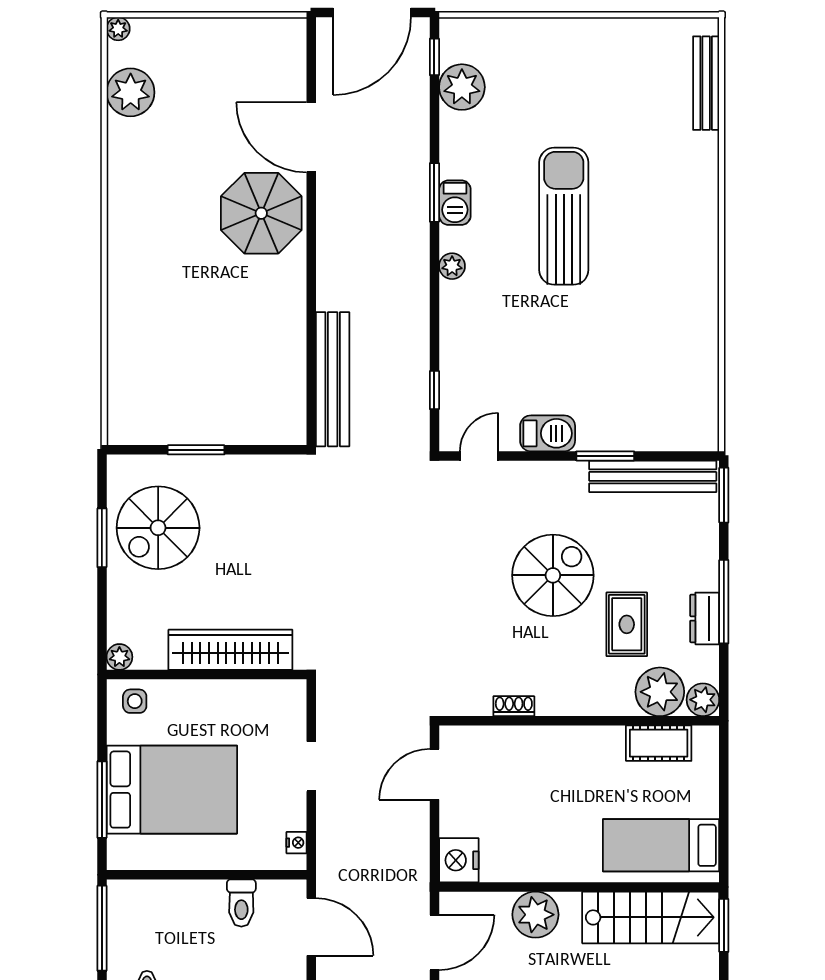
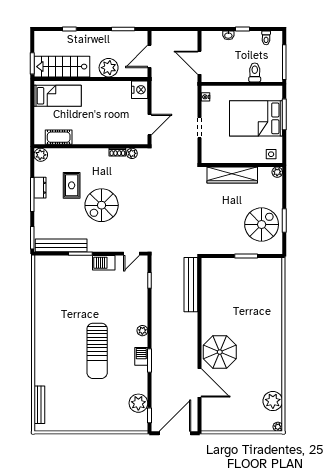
plant: (660, 692) -> (132, 153), moved, width x0.53, depth x0.53
toilet: (241, 903) -> (255, 72), moved

